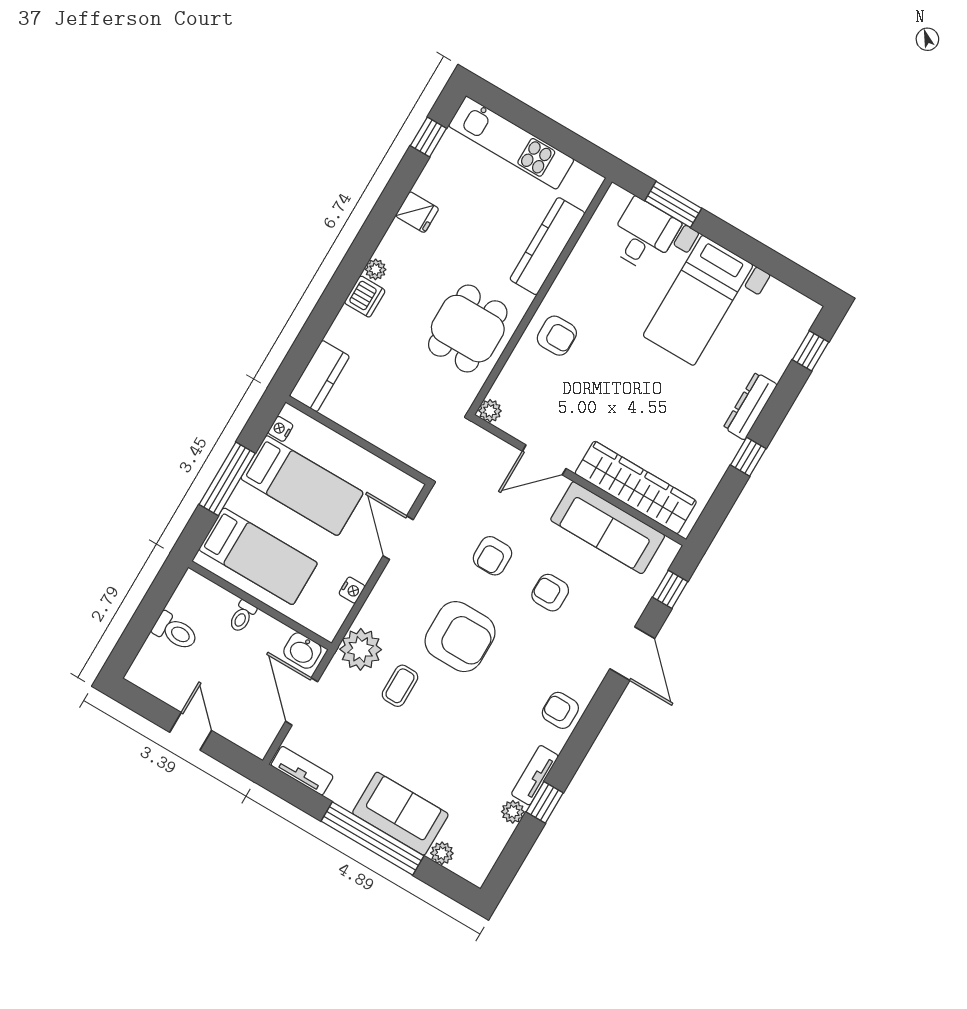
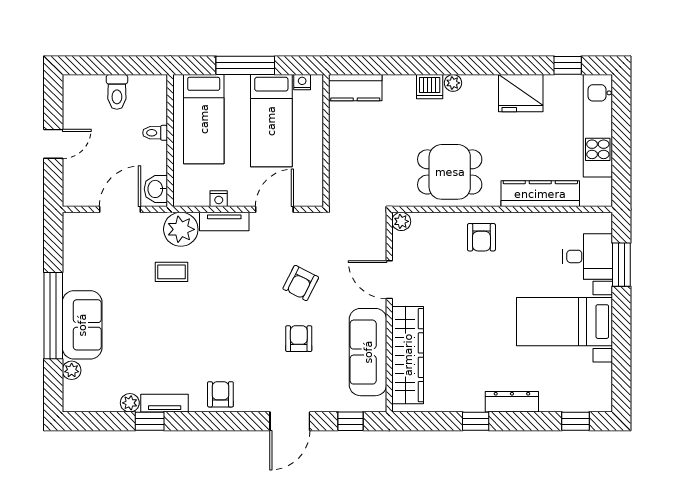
fridge: (417, 212) -> (521, 93), width x1.88, depth x1.34
armchair: (492, 556) -> (301, 283), turned -63
armchair: (460, 637) -> (231, 294), removed
tv unit: (302, 771) -> (224, 222), moved, turned 90

